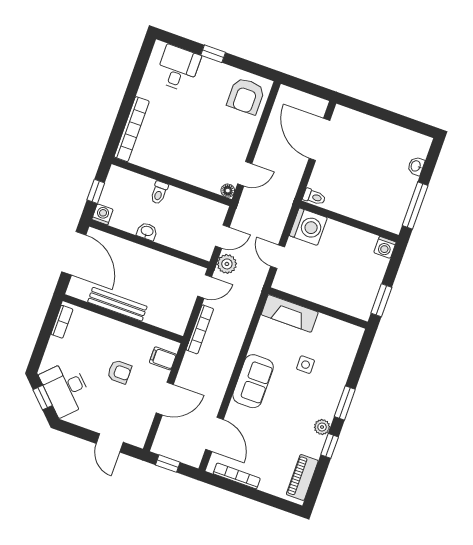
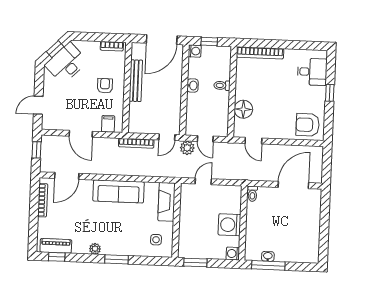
washbasin: (416, 166) -> (268, 256), moved
floor lamp: (228, 191) -> (243, 109), moved, width x1.89, depth x1.89
washing machine: (308, 227) -> (229, 225), moved, turned 90
door: (205, 287) -> (167, 137), hinge flipped
side table: (306, 365) -> (156, 240), moved
armchair: (119, 372) -> (105, 86), moved, turned 180
sofa: (253, 381) -> (118, 191), width x1.36
window: (330, 446) -> (57, 257), moved

